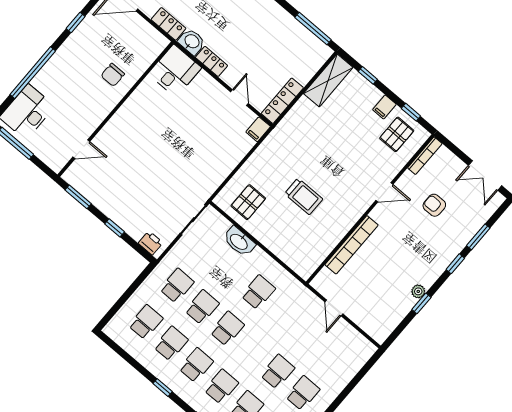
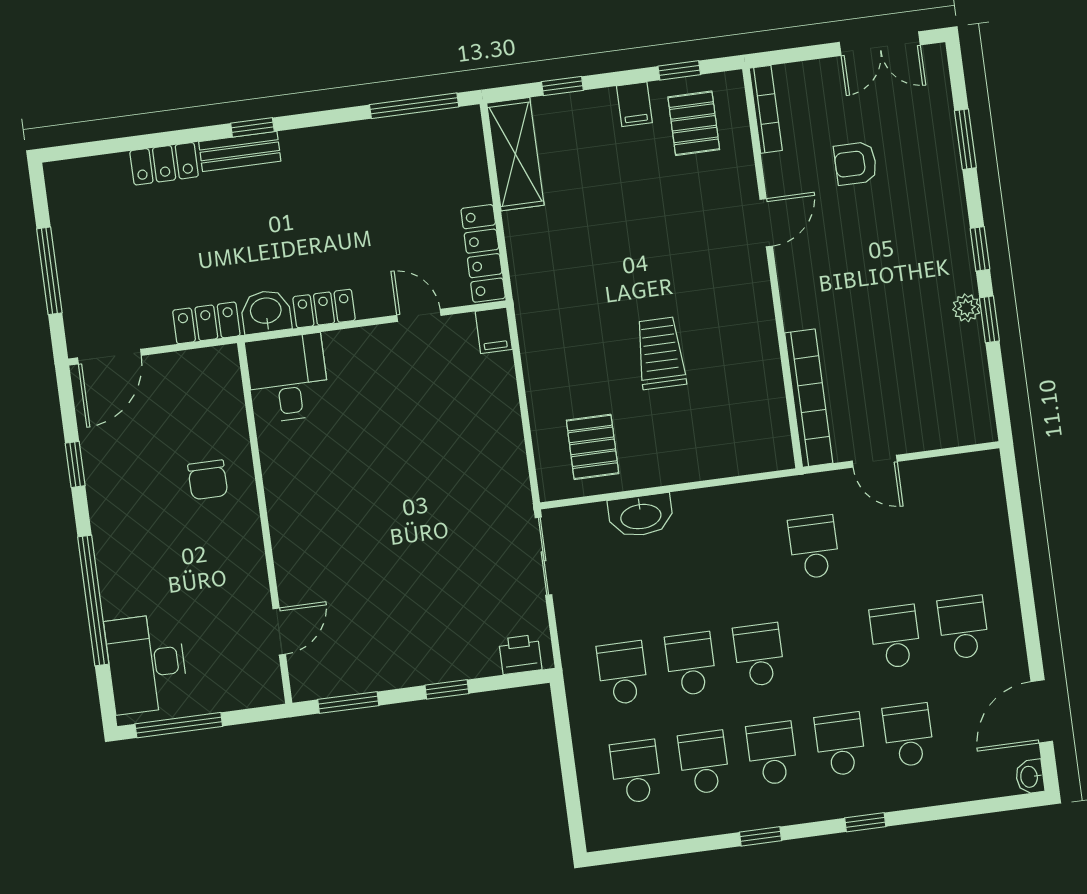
trolley: (304, 196) -> (661, 353), turned -90
bookcase: (352, 245) -> (809, 398), moved
window: (455, 264) -> (980, 249), moved
school desk: (258, 292) -> (814, 547), moved

